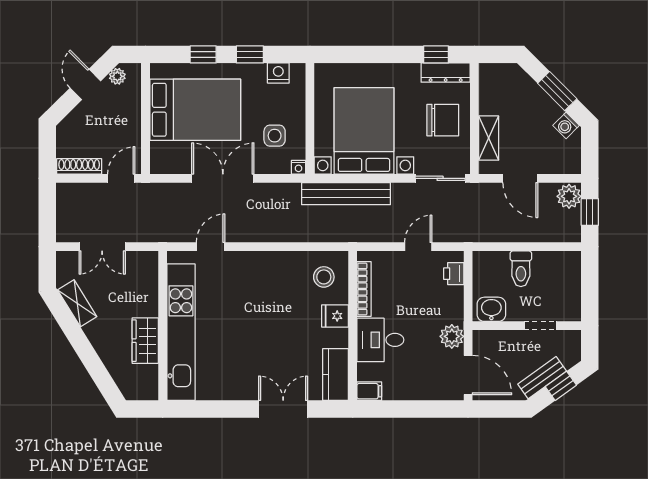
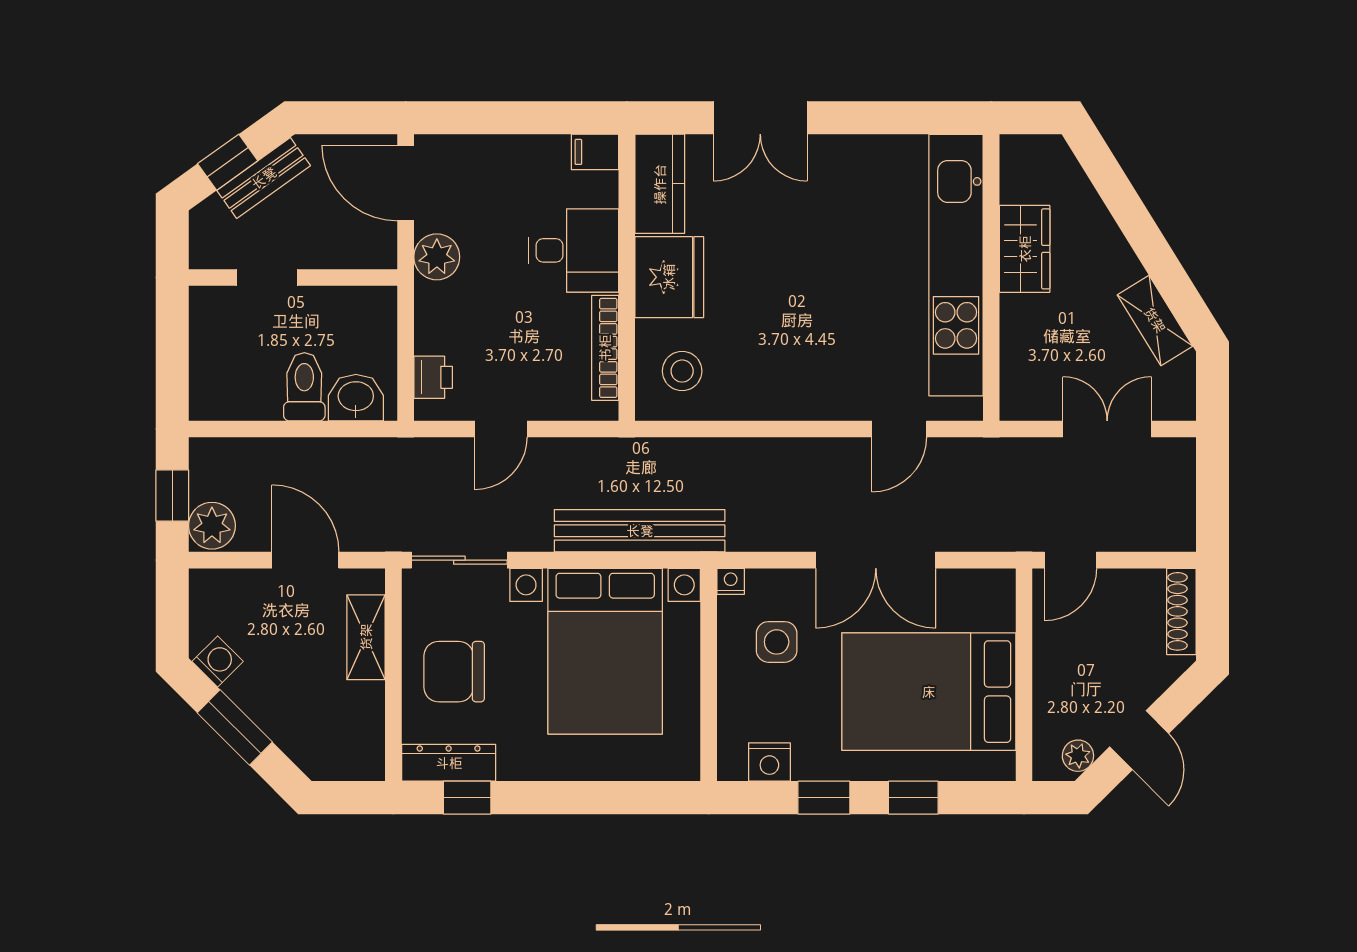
shoe rack: (79, 166) -> (1181, 611), moved, turned 90
washbasin: (491, 309) -> (356, 398), moved, turned 180
fridge: (335, 316) -> (669, 277), width x1.88, depth x1.34

